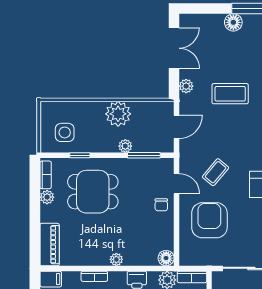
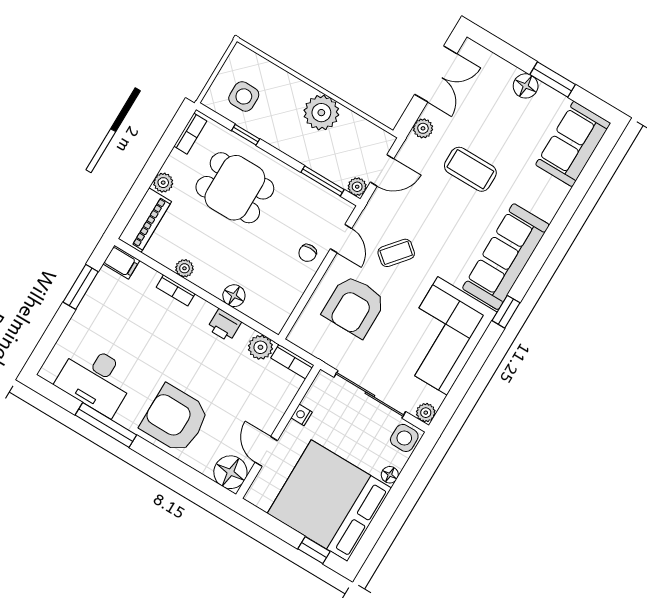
plant: (125, 146) -> (357, 187), moved
plant: (47, 197) -> (163, 183), moved
armchair: (209, 220) -> (354, 306), turned 180
floor lamp: (166, 258) -> (234, 296), moved
plant: (116, 259) -> (184, 268), moved

